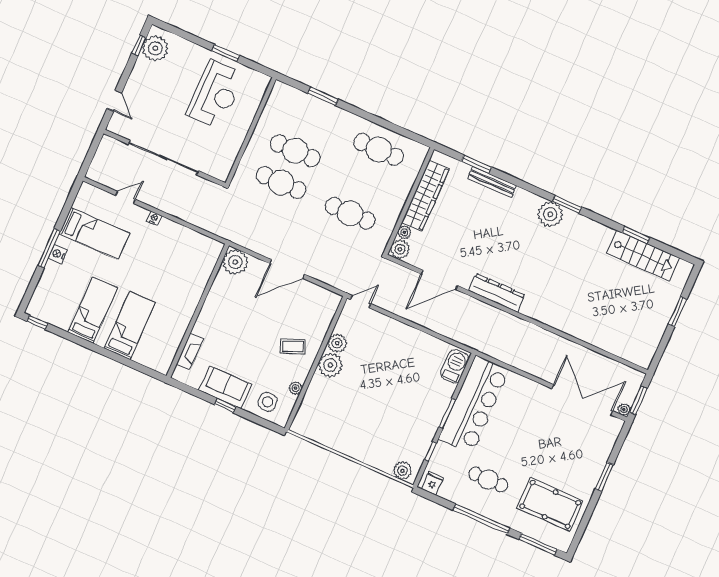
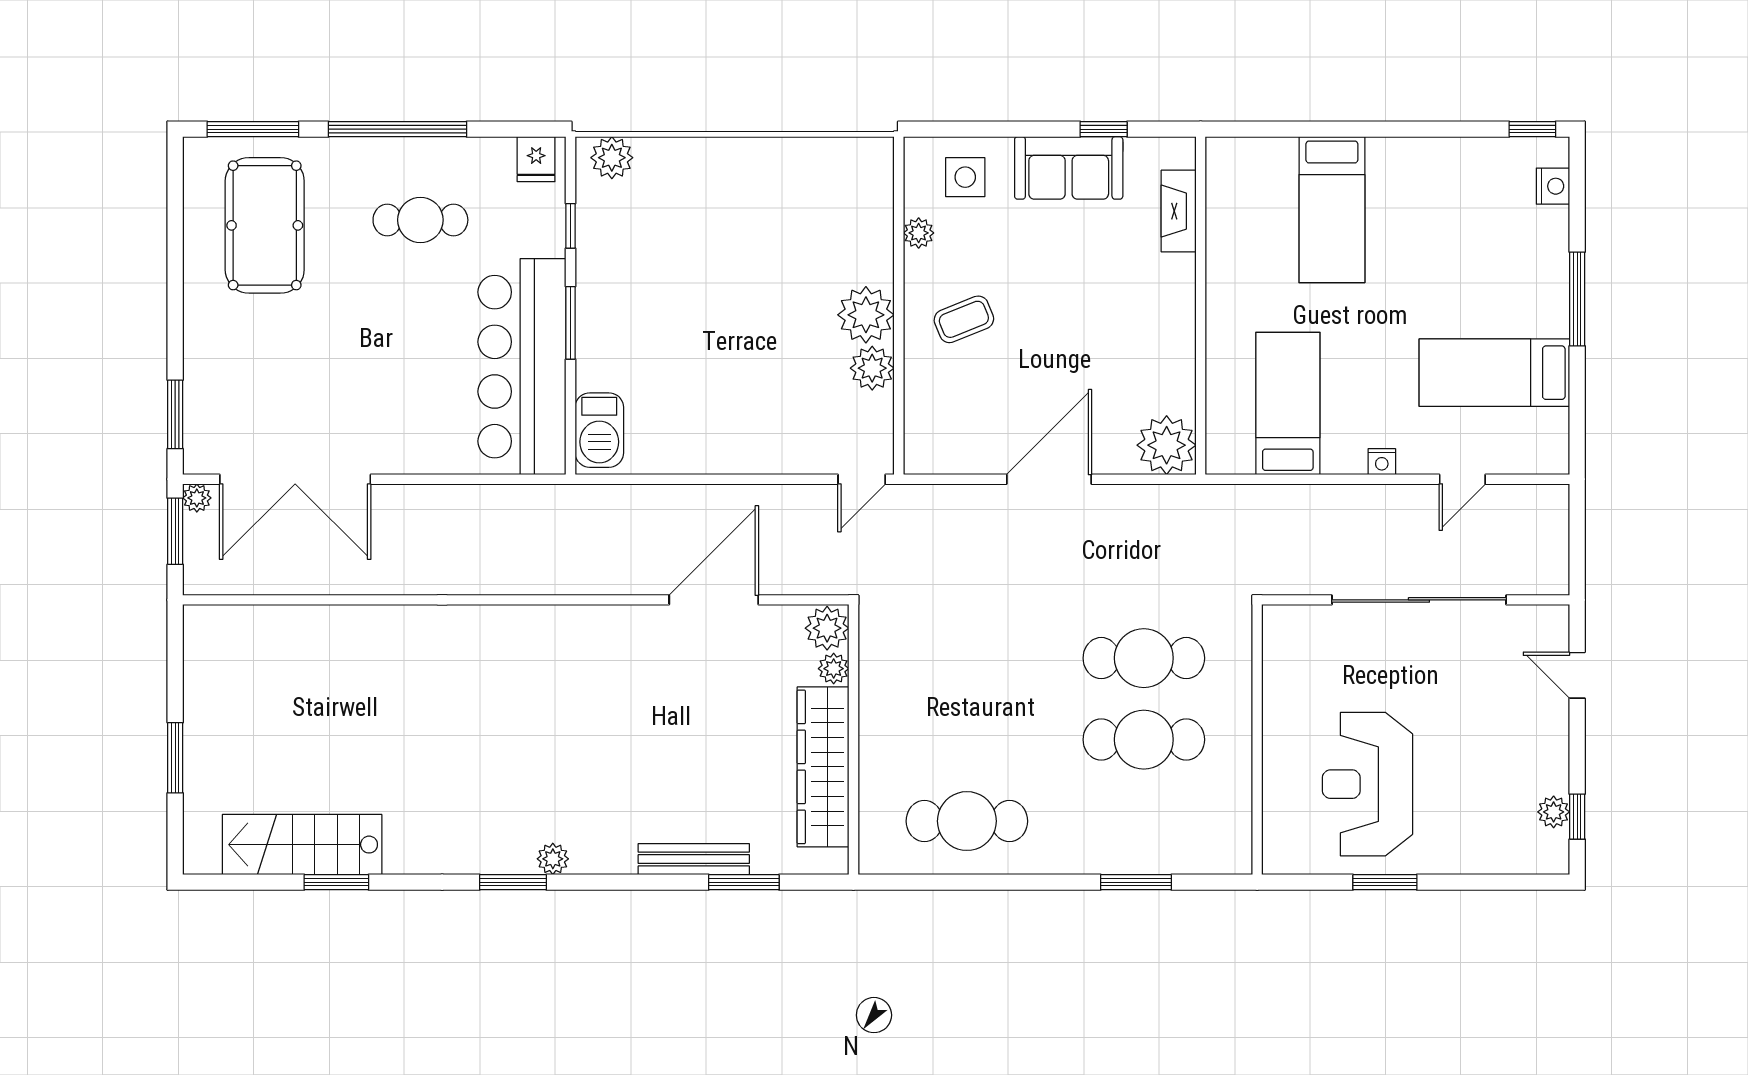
plant: (155, 48) -> (1554, 812), width x0.53, depth x0.53
cafe table: (350, 213) -> (967, 658), removed
plant: (550, 214) -> (553, 859), width x0.53, depth x0.53
nightstand: (58, 254) -> (1553, 186), moved
dresser: (497, 293) -> (579, 627), removed
bed: (93, 310) -> (1288, 403), moved, turned 180
window: (225, 406) -> (1104, 129), moved
window: (604, 477) -> (175, 414), moved
pool table: (550, 504) -> (265, 225), turned 90

